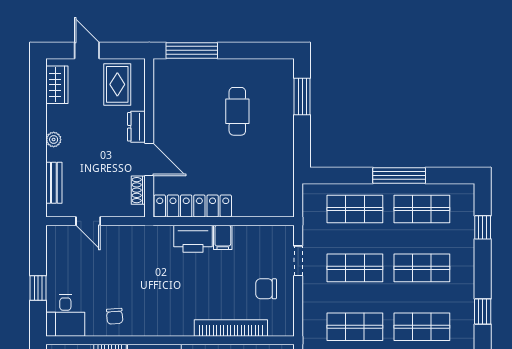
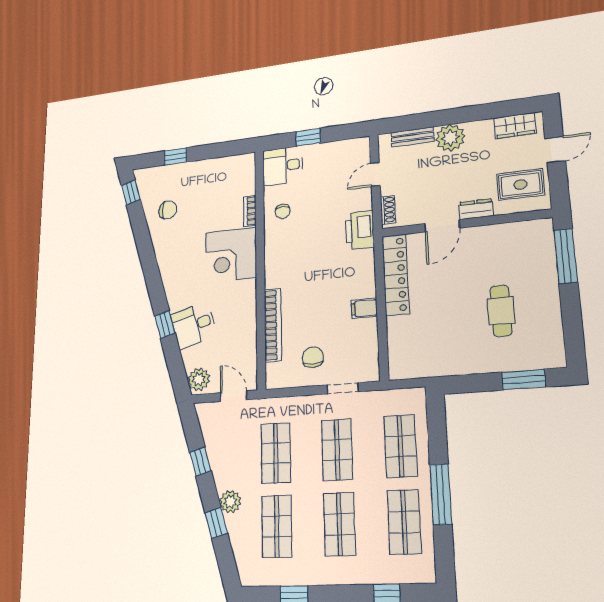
cafe table: (237, 111) -> (501, 311), turned 90
plant: (54, 140) -> (450, 138), width x1.87, depth x1.87
shoe rack: (138, 190) -> (388, 210), moved, turned 90
printer: (193, 239) -> (360, 230), moved
chair: (115, 316) -> (283, 211), turned -86

